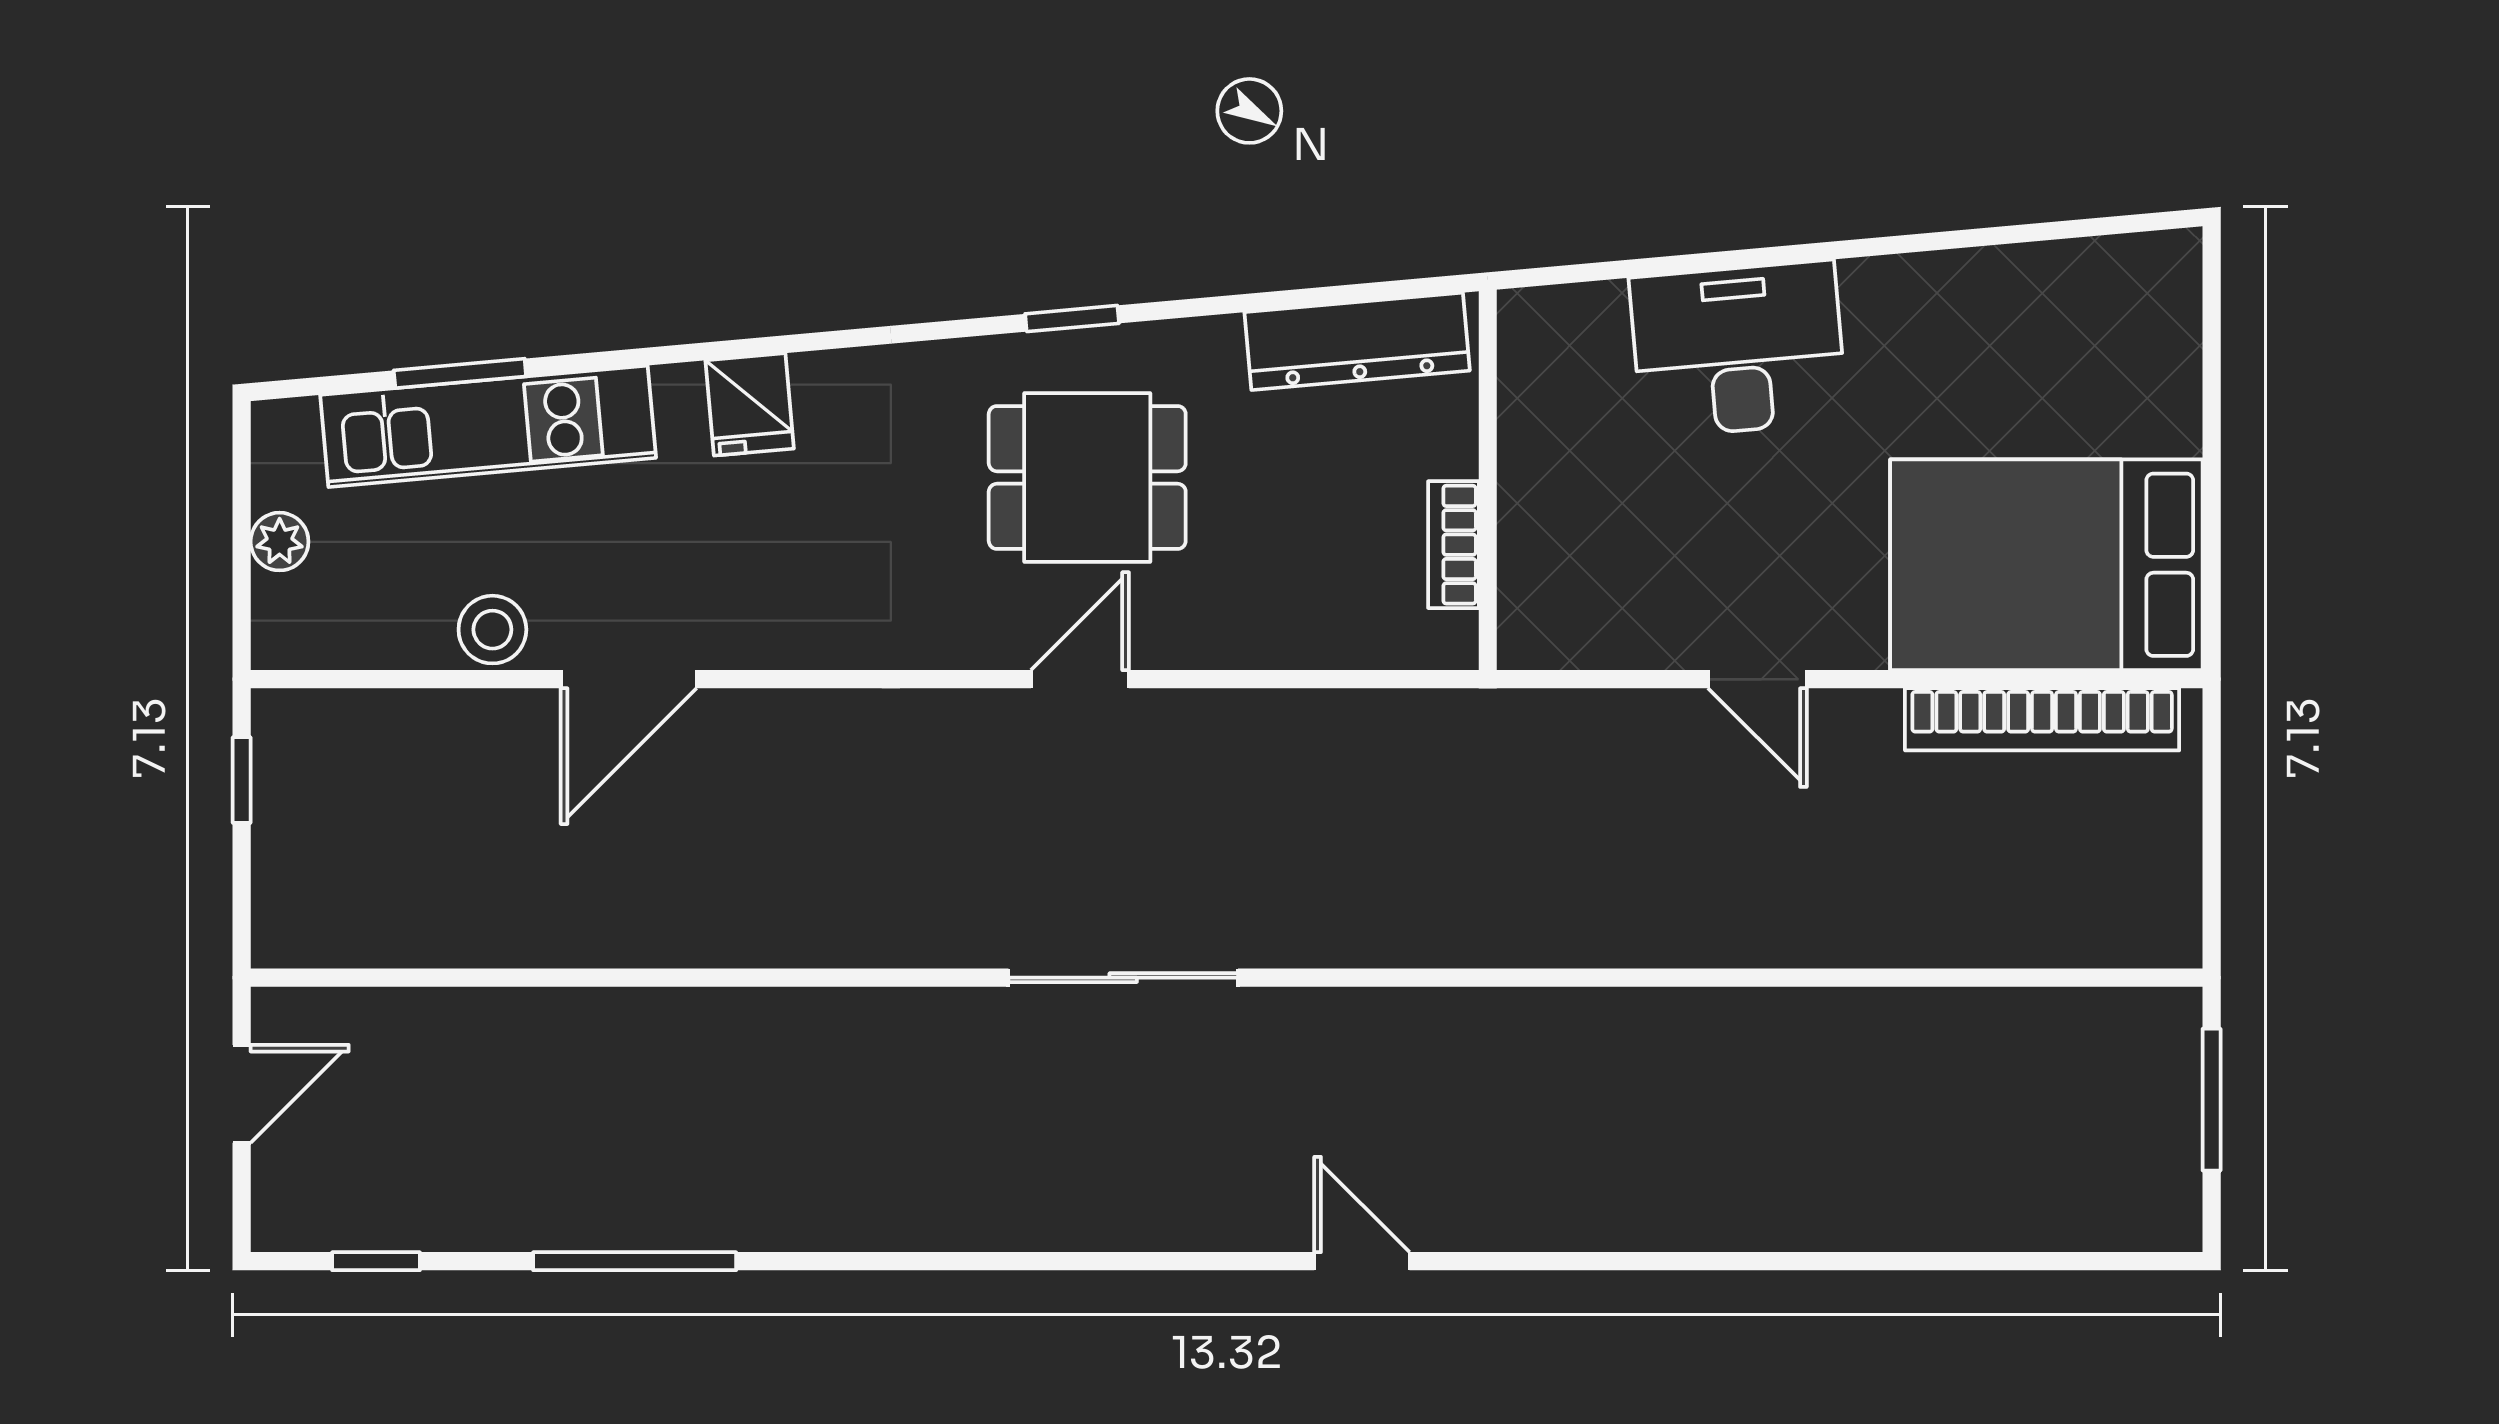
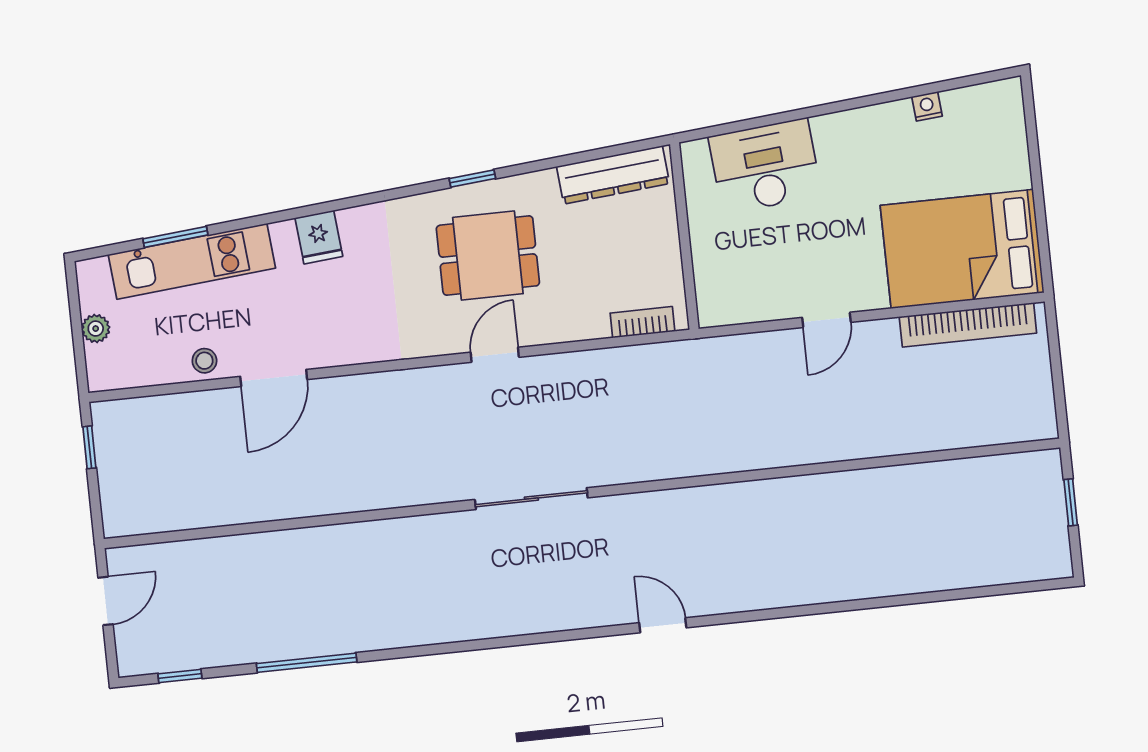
nightstand: (2006, 269) -> (927, 106), added
desk: (1738, 349) -> (765, 166), moved
bookcase: (1453, 545) -> (643, 322), moved, turned 90
stool: (492, 630) -> (204, 361), width x0.73, depth x0.73
door: (1757, 679) -> (827, 320), hinge flipped
window: (2212, 1100) -> (1071, 502), width x0.67

